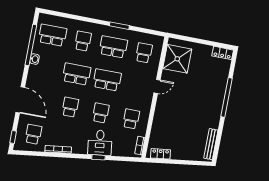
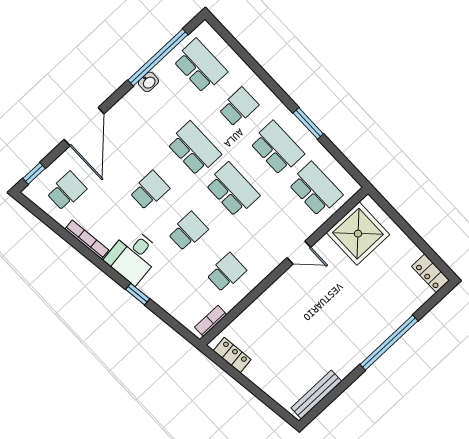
school desk: (144, 53) -> (315, 189), width x1.85
desk: (100, 143) -> (133, 256), moved

